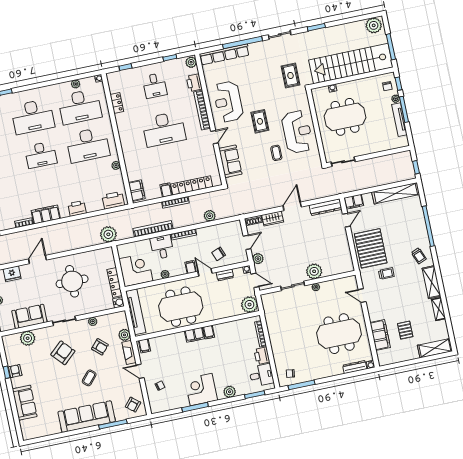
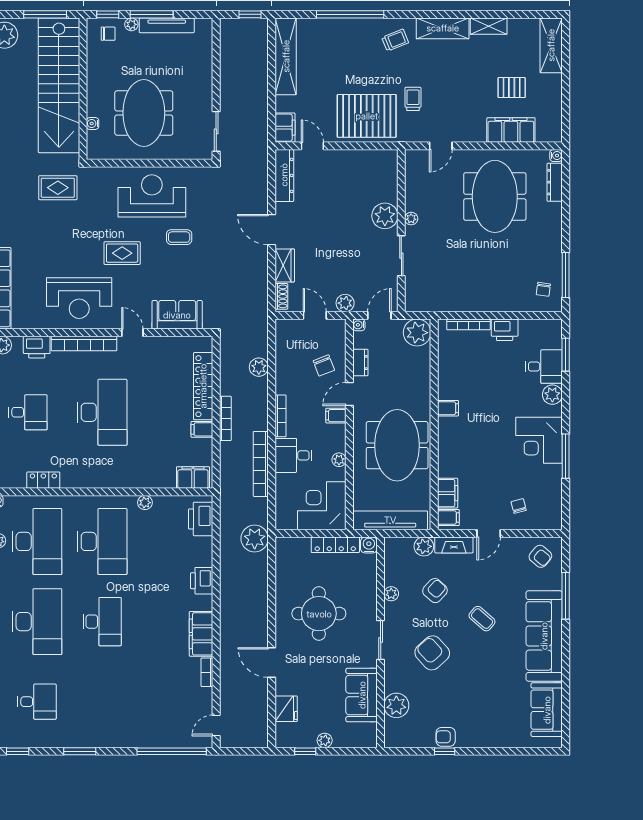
filing cabinet: (194, 335) -> (448, 493), moved
desk: (261, 375) -> (544, 367), moved, turned 90
sofa: (25, 403) -> (547, 710), moved, turned -90

